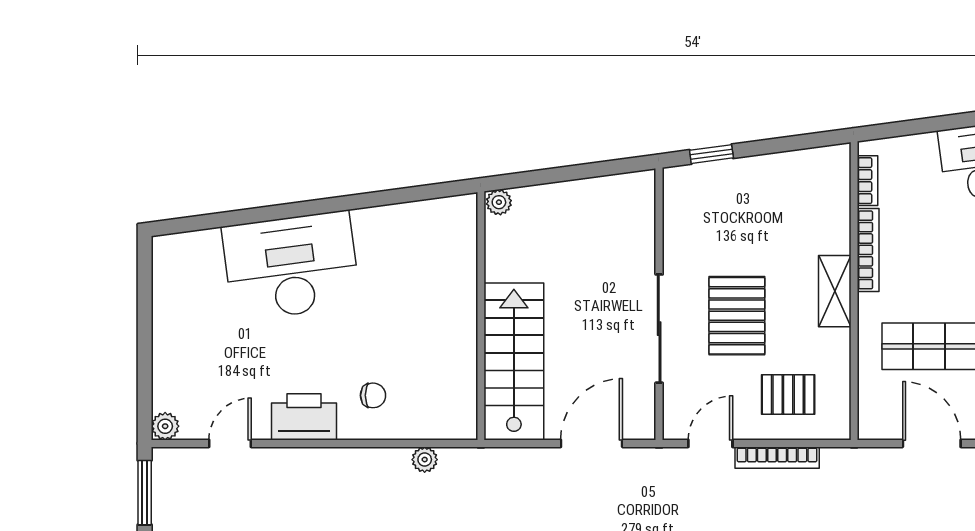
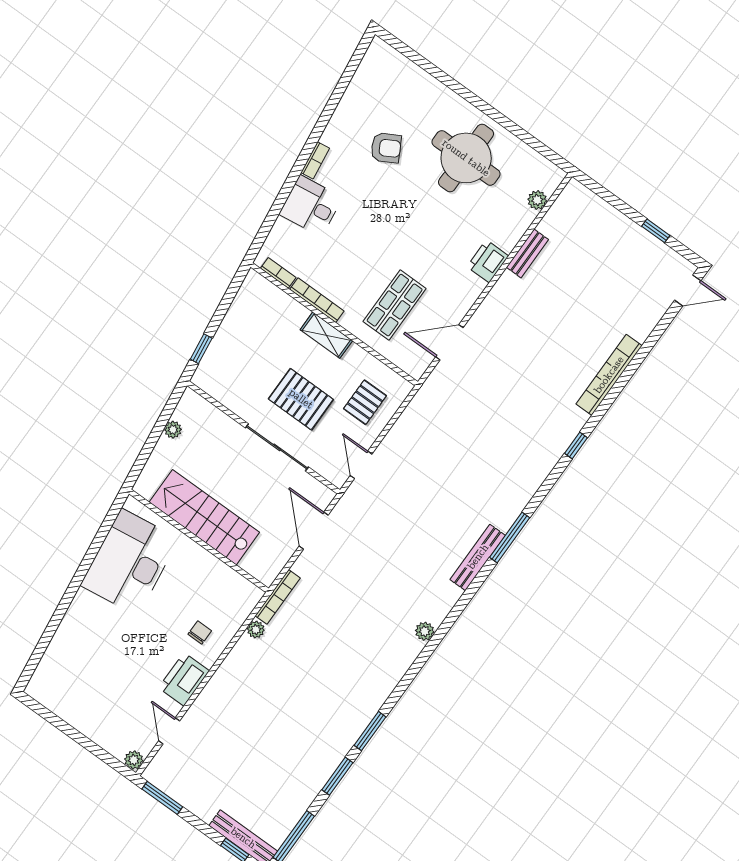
plant: (499, 202) -> (173, 430), moved
desk: (291, 266) -> (130, 562), moved
stairs: (514, 361) -> (204, 517), moved
bookcase: (777, 458) -> (278, 597), moved

